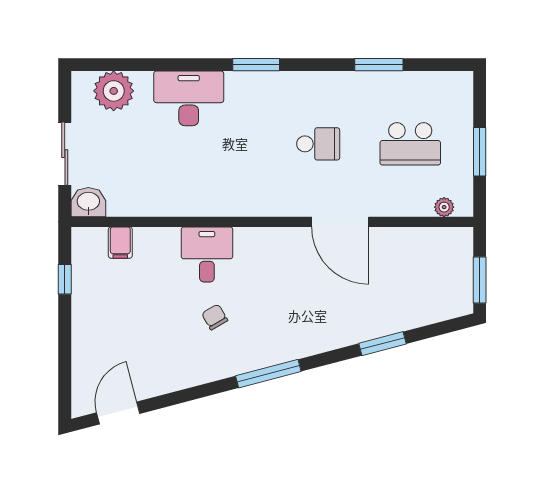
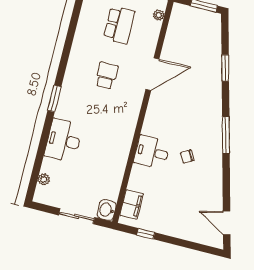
window: (379, 65) -> (71, 31), removed
plant: (114, 91) -> (44, 179), width x0.53, depth x0.53
filing cabinet: (120, 243) -> (132, 205), width x2.00

